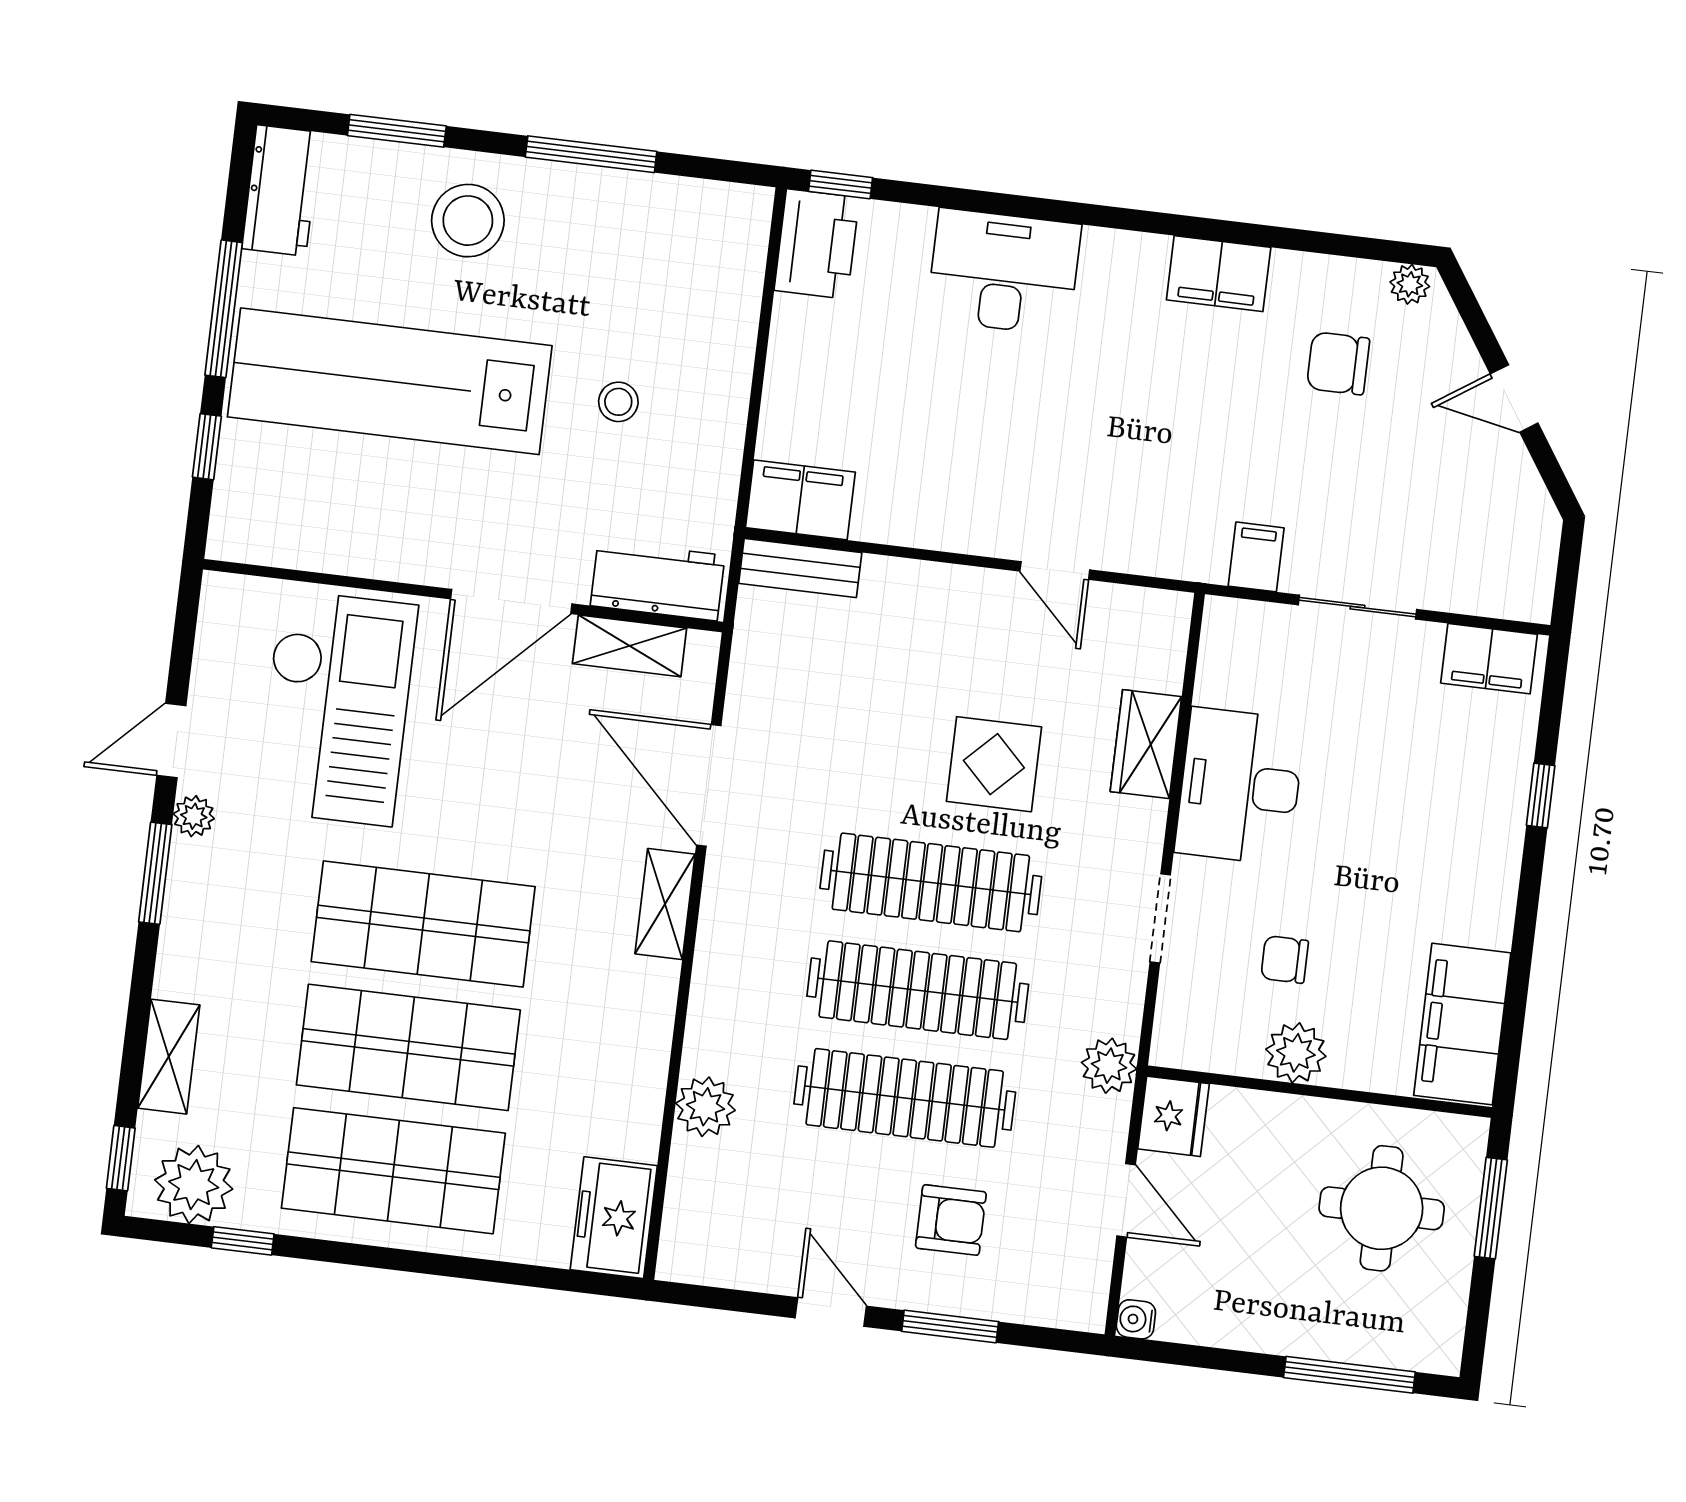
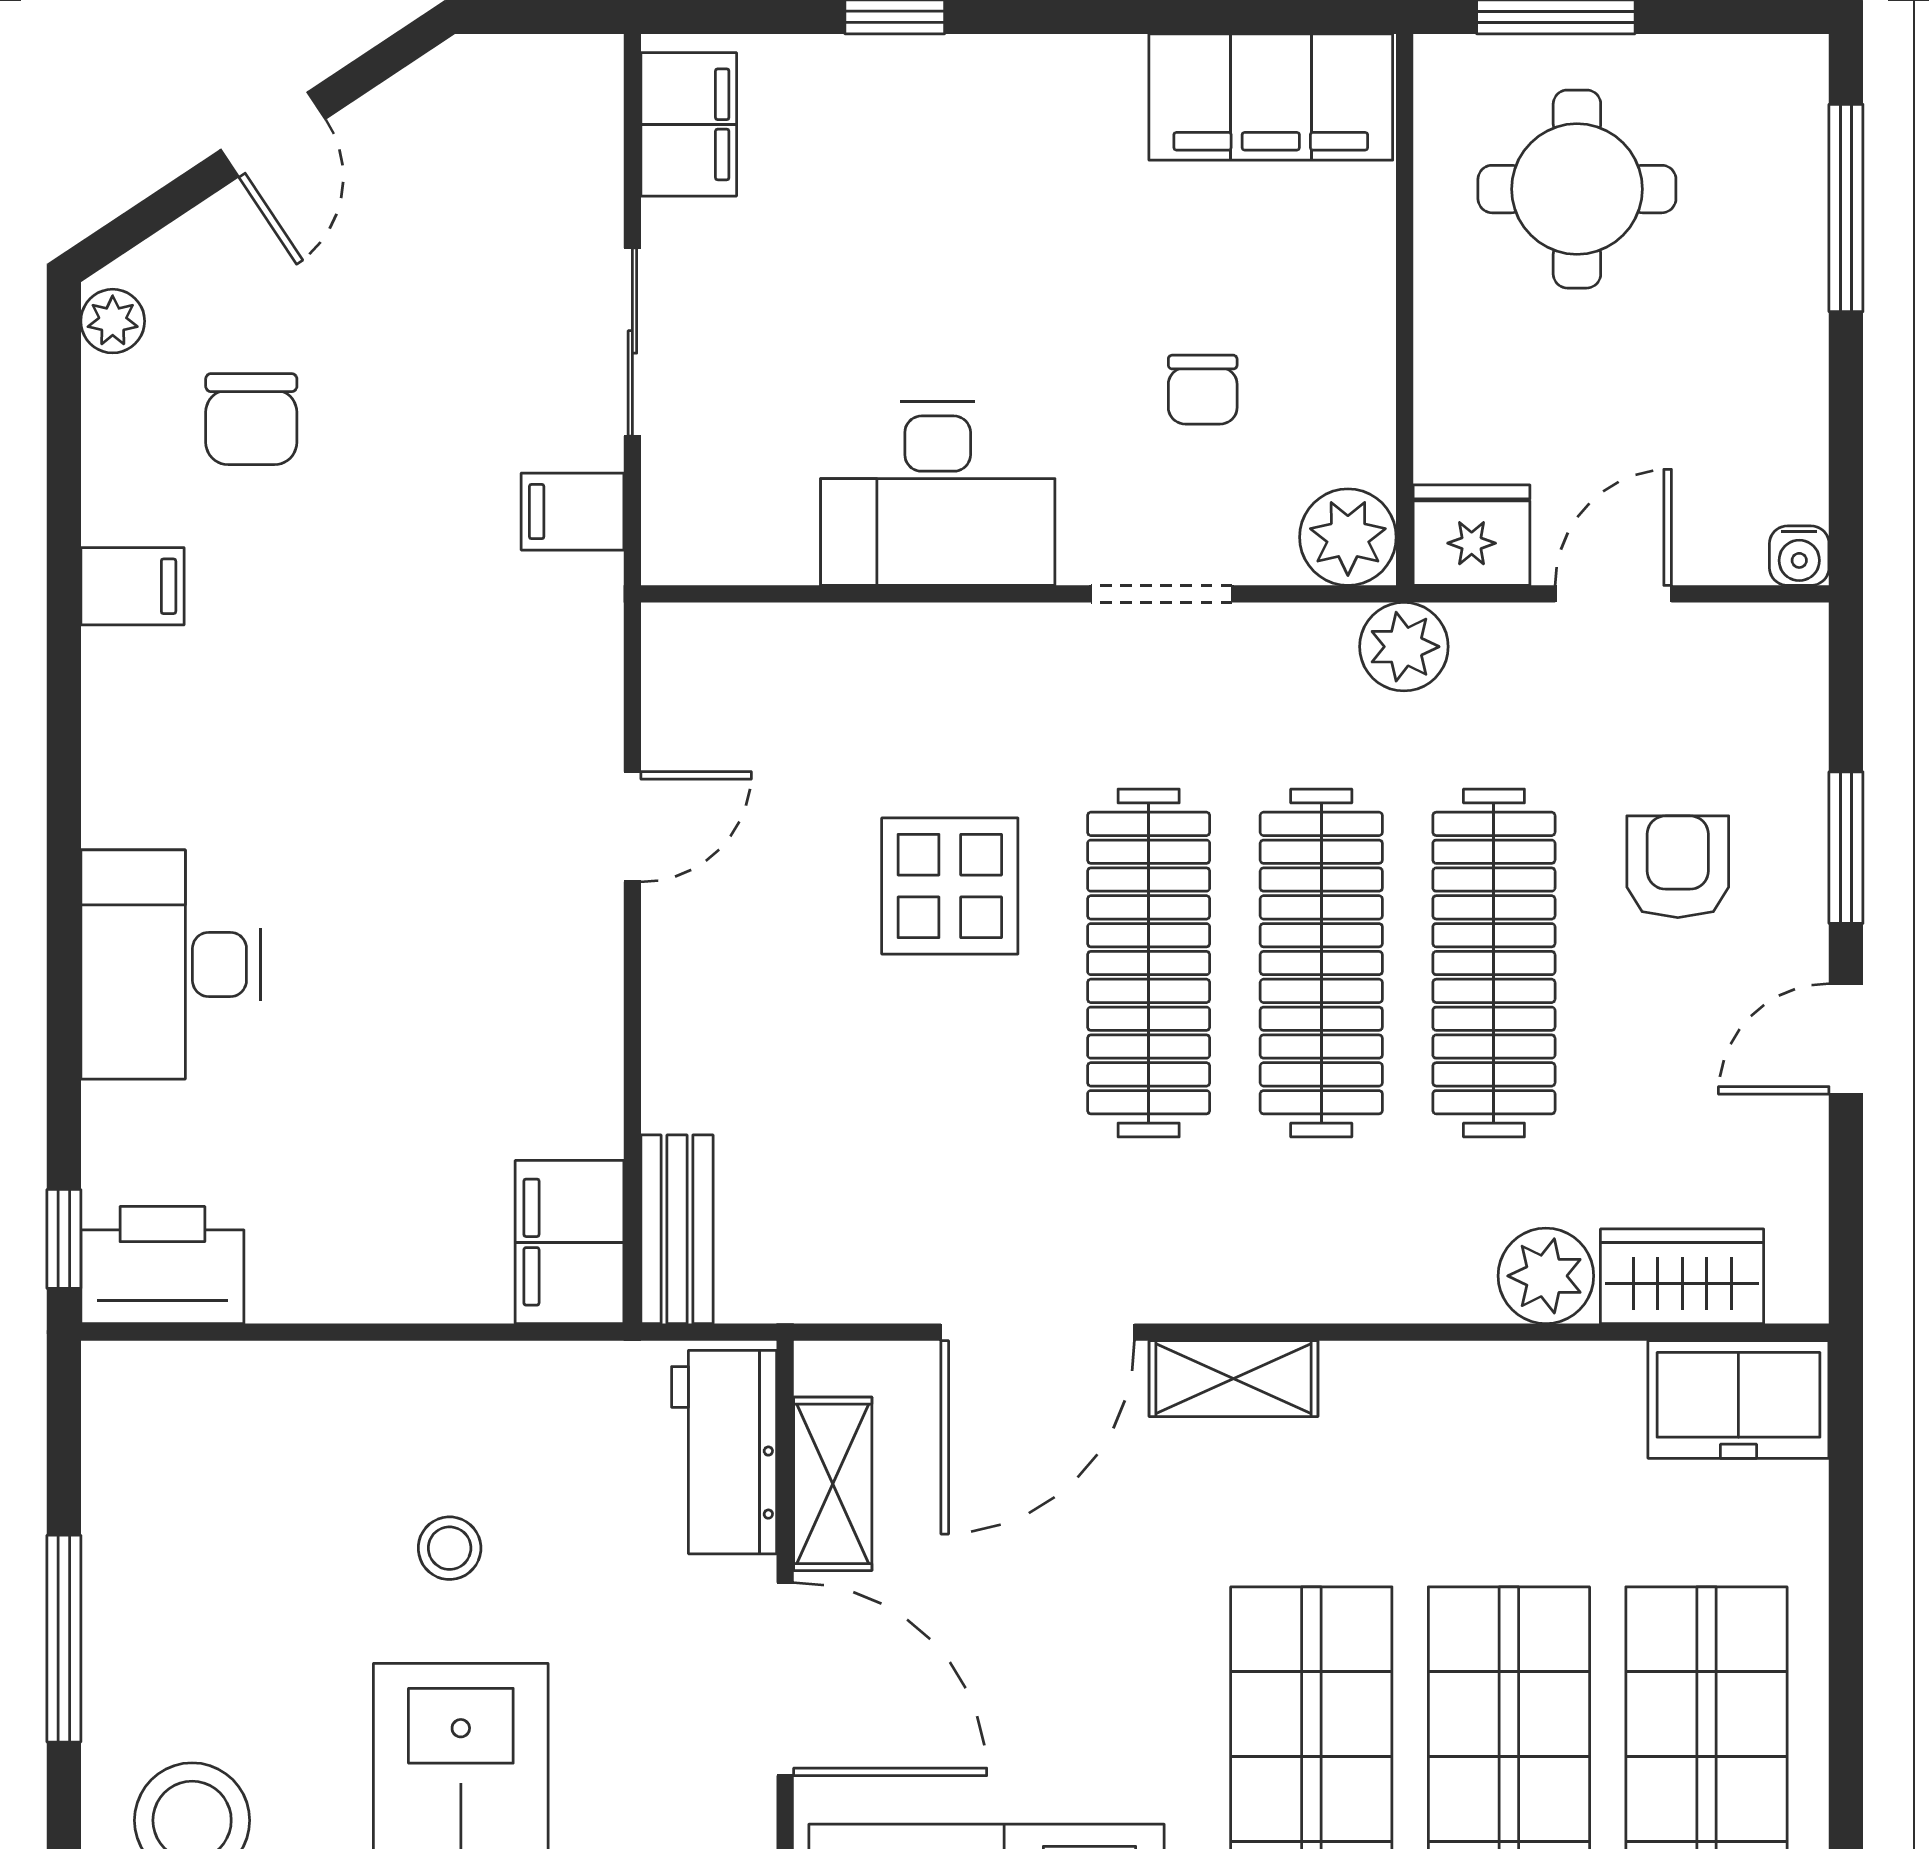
filing cabinet: (1219, 274) -> (132, 586), width x0.50
wardrobe: (1146, 744) -> (1682, 1276), moved, turned 180
plant: (1296, 1053) -> (1348, 537), moved

